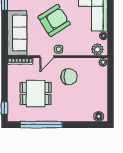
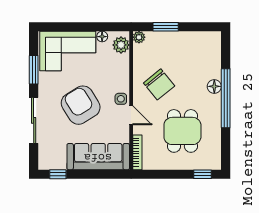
chair: (69, 77) -> (159, 84), turned 141
window: (111, 81) -> (166, 27), added
floor lamp: (99, 116) -> (214, 86), moved
window: (41, 125) -> (226, 98), moved

